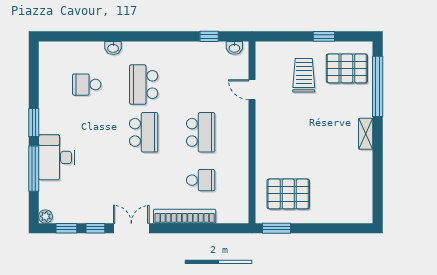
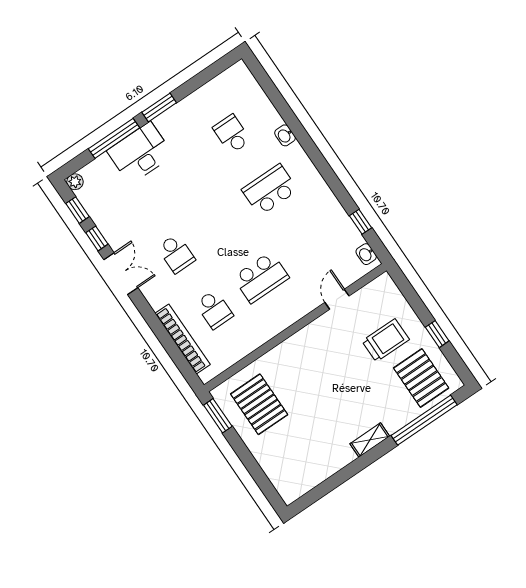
school desk: (144, 132) -> (176, 254), moved, width x0.54
bookcase: (185, 216) -> (183, 339), moved

